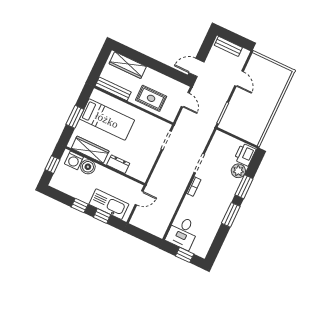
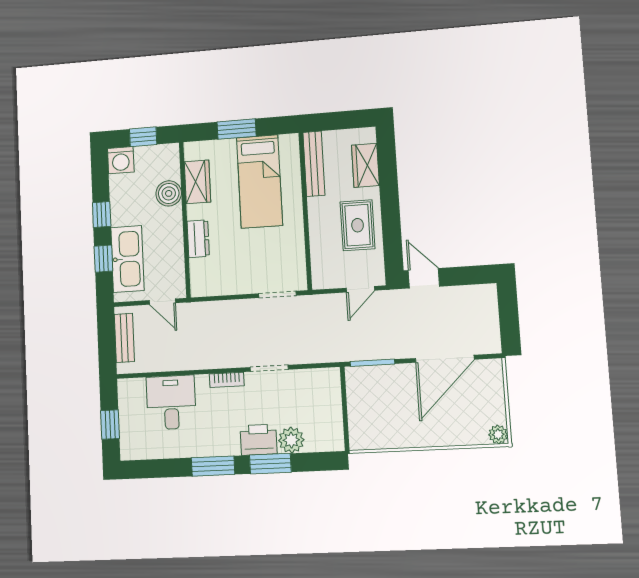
bench: (228, 46) -> (124, 338), moved
wardrobe: (128, 65) -> (365, 165), width x0.67
plant: (286, 74) -> (498, 434), added
door: (239, 79) -> (445, 359), width x1.88
rug: (151, 98) -> (358, 225), moved
wardrobe: (90, 150) -> (197, 182), width x0.67
printer: (245, 154) -> (259, 440), moved
washing machine: (74, 160) -> (121, 160), moved, turned -90
desk: (183, 233) -> (171, 402), moved, turned 90

